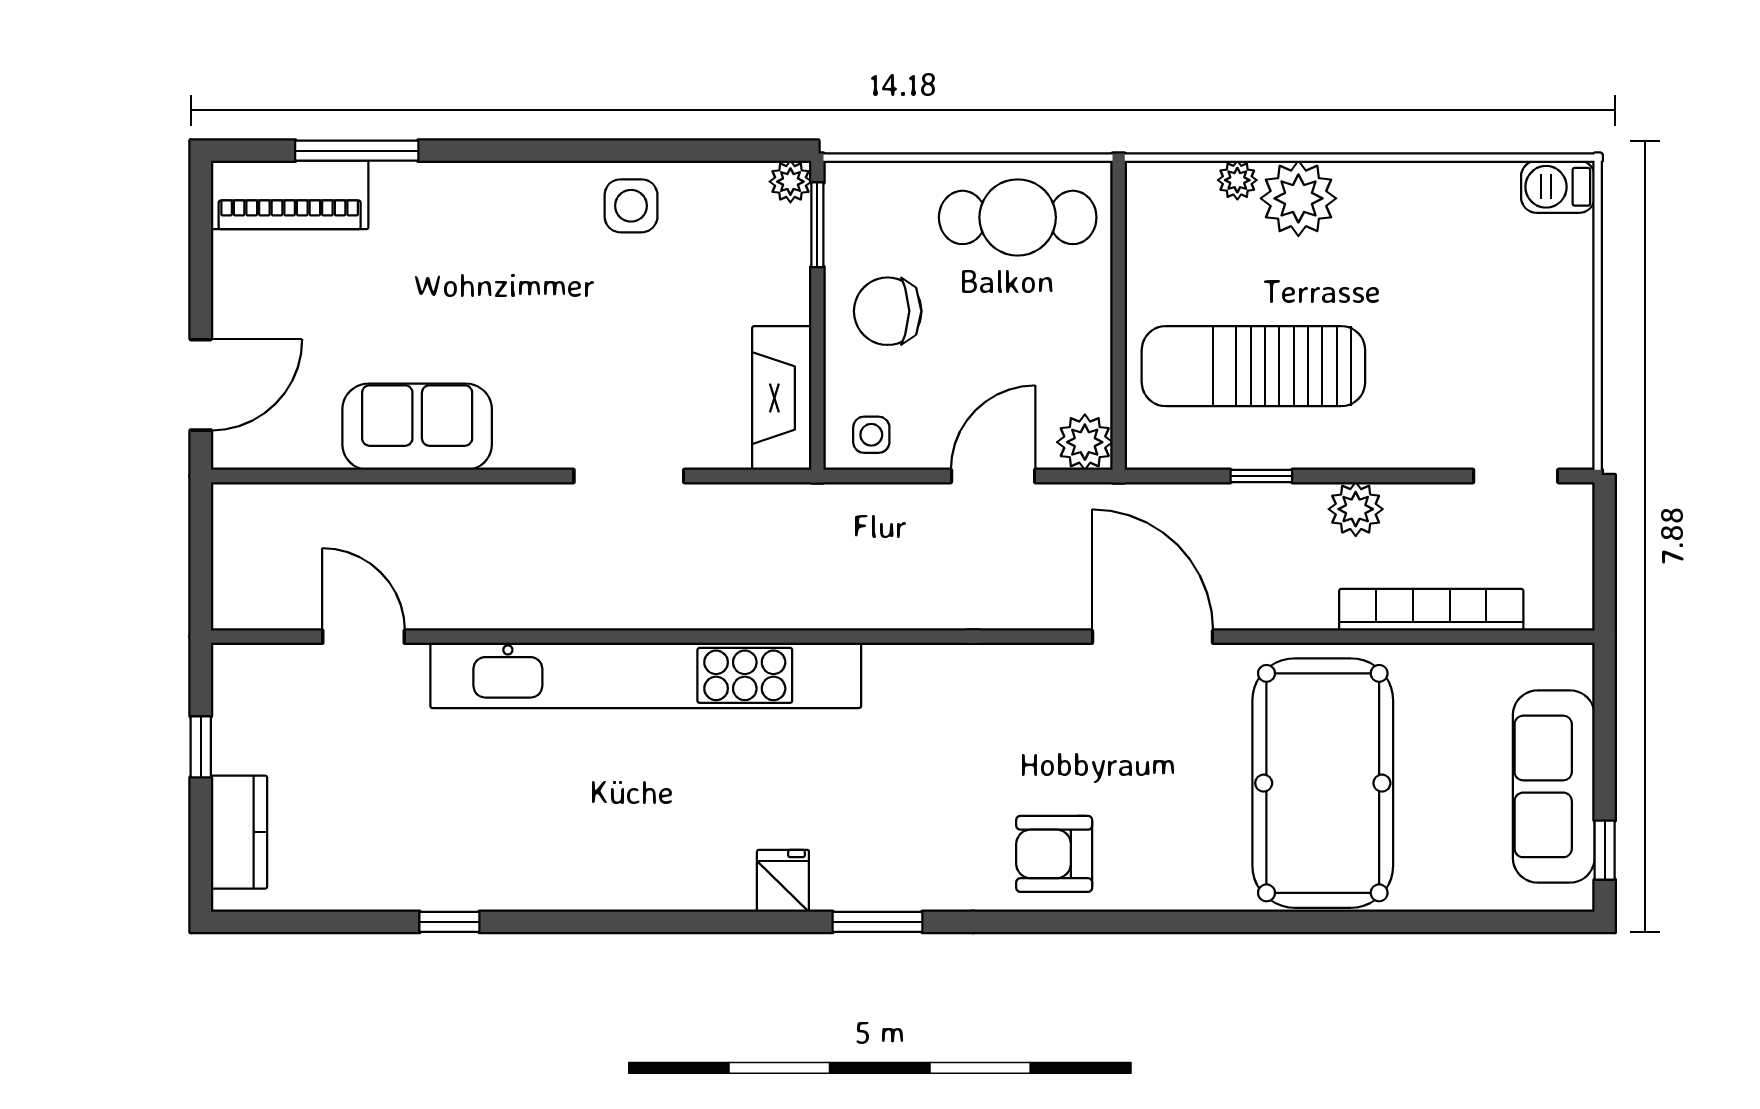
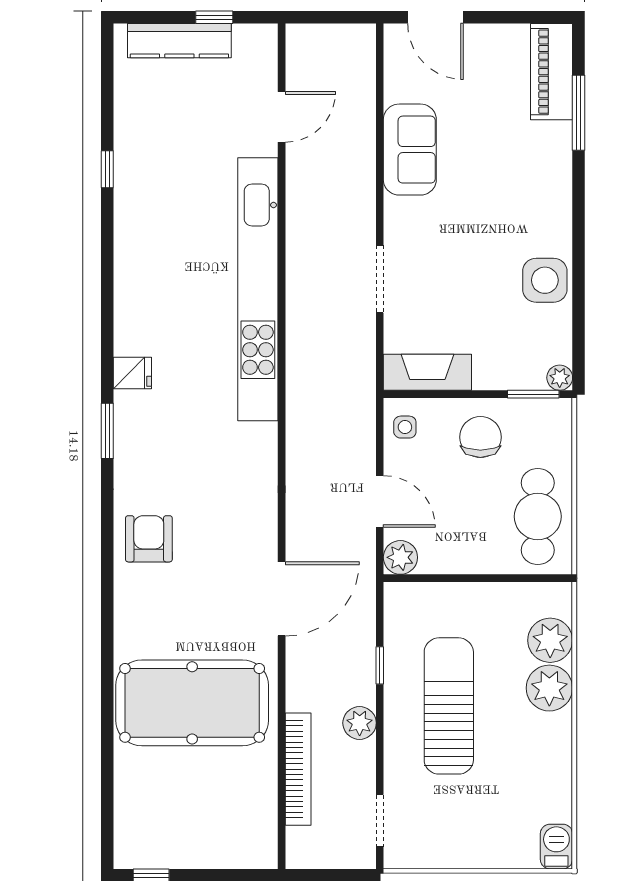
plant: (1237, 180) -> (550, 640), width x1.88, depth x1.88
side table: (631, 206) -> (545, 280), width x1.37, depth x1.37
sun lounger: (1253, 366) -> (449, 706), moved
sofa: (1554, 786) -> (190, 844), removed
kitchen counter: (239, 832) -> (179, 41), width x1.50

